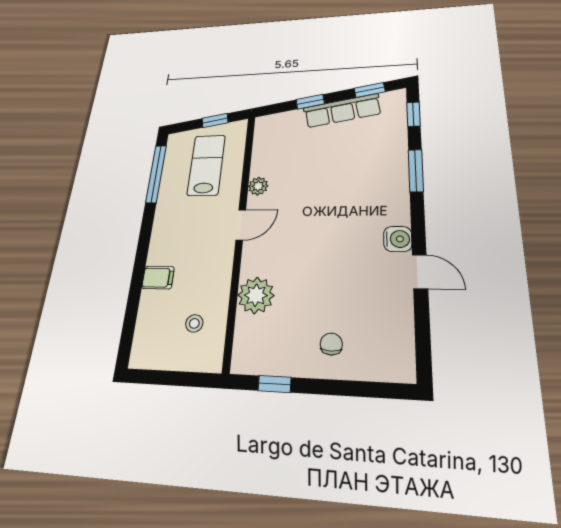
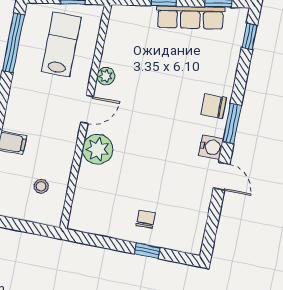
window: (416, 171) -> (232, 123), moved
chair: (390, 193) -> (214, 106), added
plant: (256, 295) -> (98, 149), moved
window: (275, 384) -> (147, 251), moved

